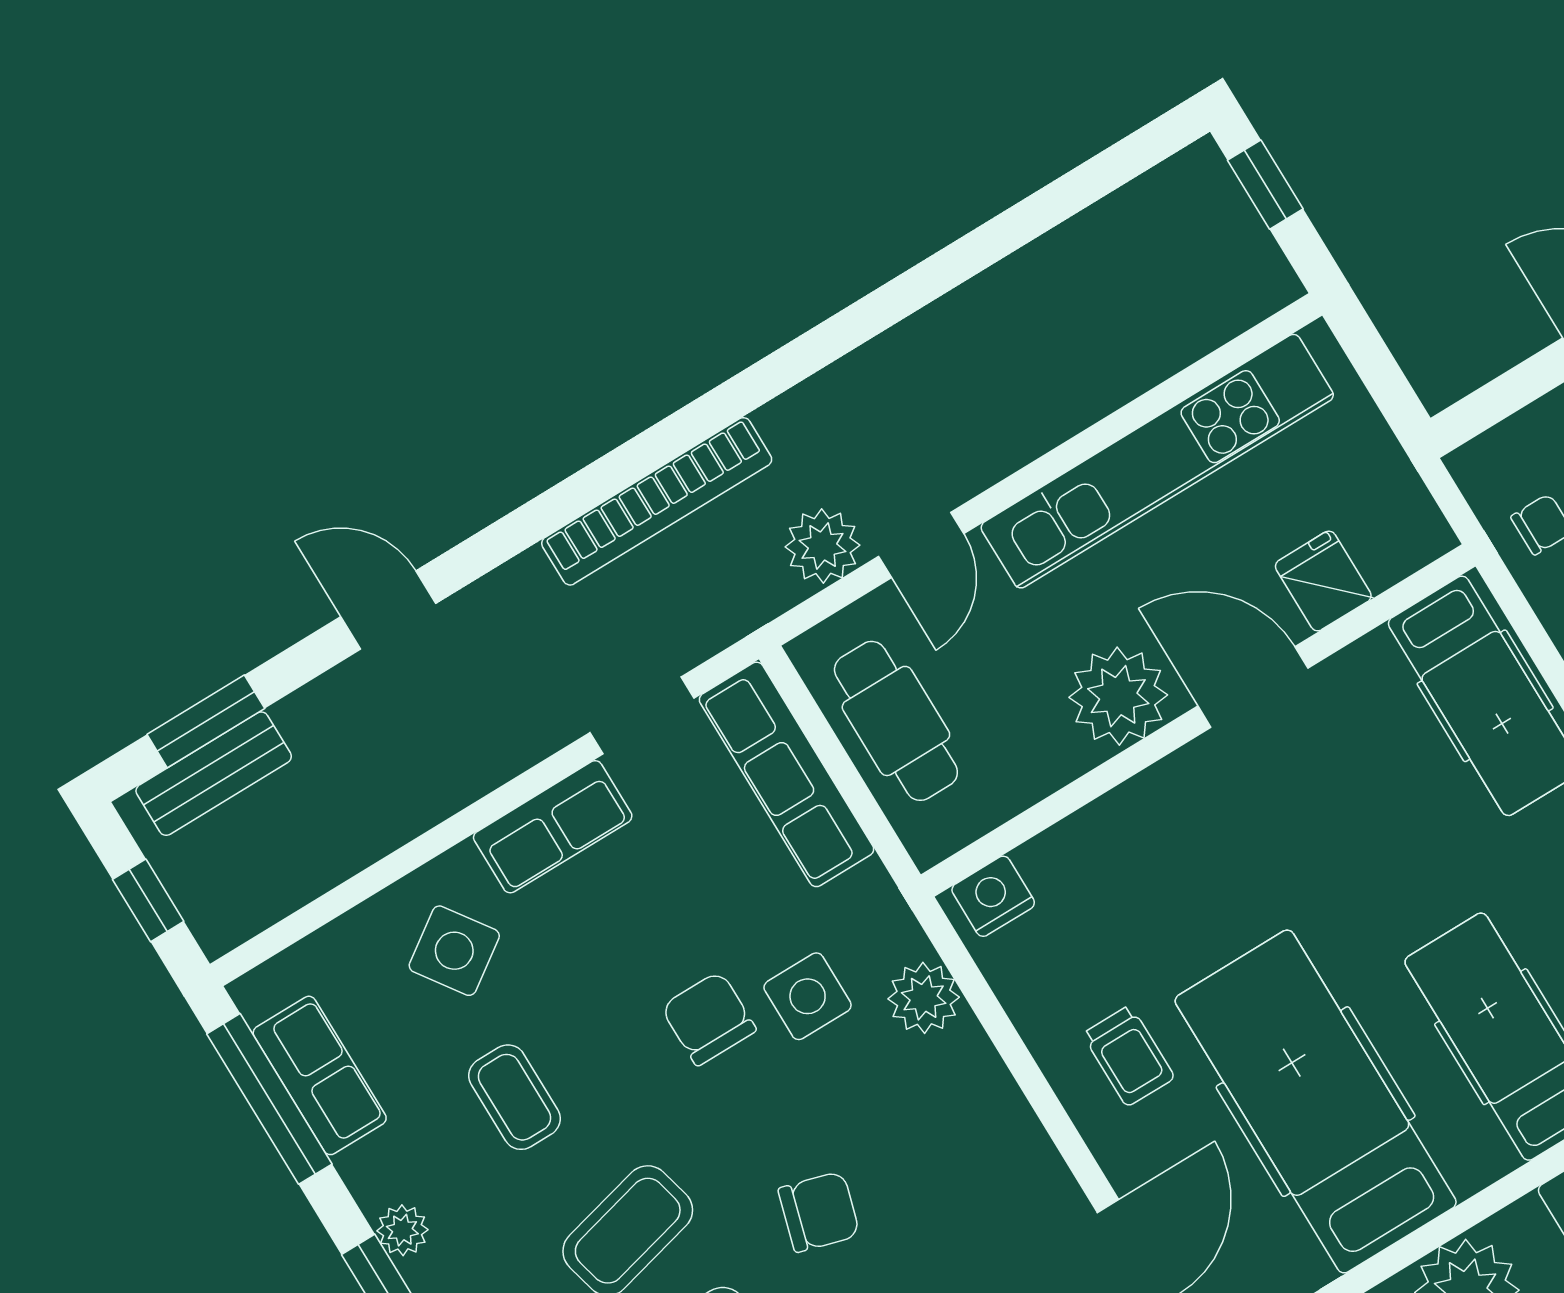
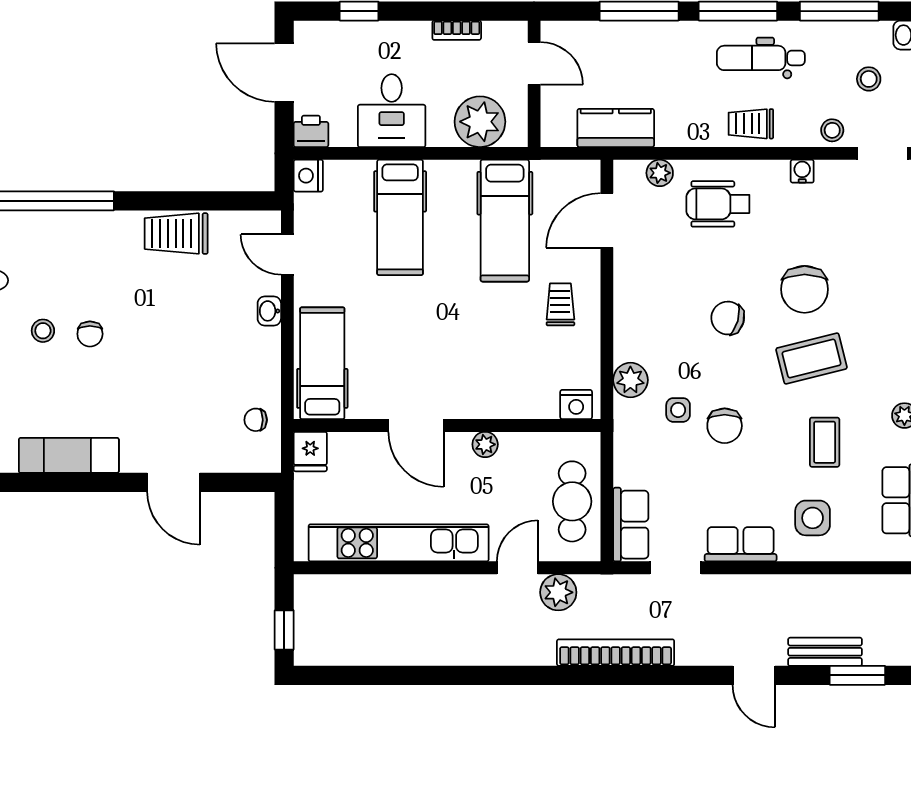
fridge: (1323, 581) -> (310, 452), moved
plant: (1118, 696) -> (485, 444), width x0.53, depth x0.53
bench: (214, 774) -> (825, 652), moved
row of seats: (786, 774) -> (631, 525), width x0.68
side table: (454, 951) -> (813, 518), turned 35
side table: (808, 996) -> (678, 410), width x0.73, depth x0.73
hospital bed: (1316, 1102) -> (505, 221), width x0.73, depth x0.78

